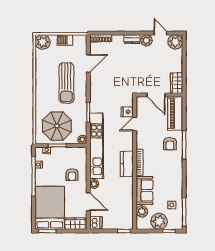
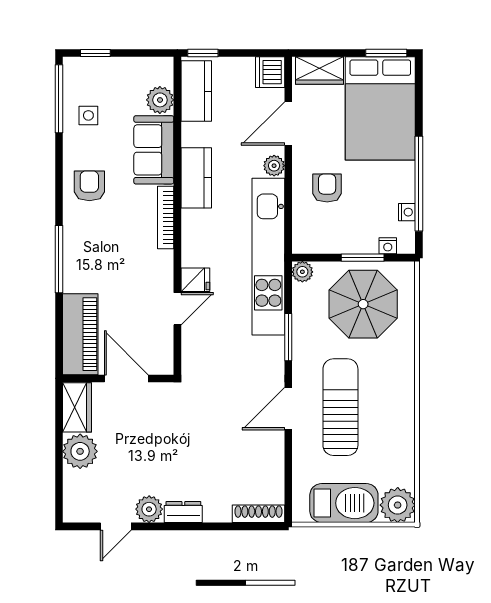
door: (160, 33) -> (116, 526), hinge flipped
barbecue: (65, 40) -> (344, 503), width x1.88, depth x1.53
plant: (175, 42) -> (80, 451), moved
door: (88, 63) -> (288, 409), moved
fridge: (127, 112) -> (195, 280), moved
armchair: (170, 144) -> (89, 186), moved
kitchen counter: (127, 164) -> (196, 178), moved
door: (88, 202) -> (288, 124), hinge flipped
kitchen counter: (127, 215) -> (196, 91), added
plant: (159, 221) -> (119, 76), removed

